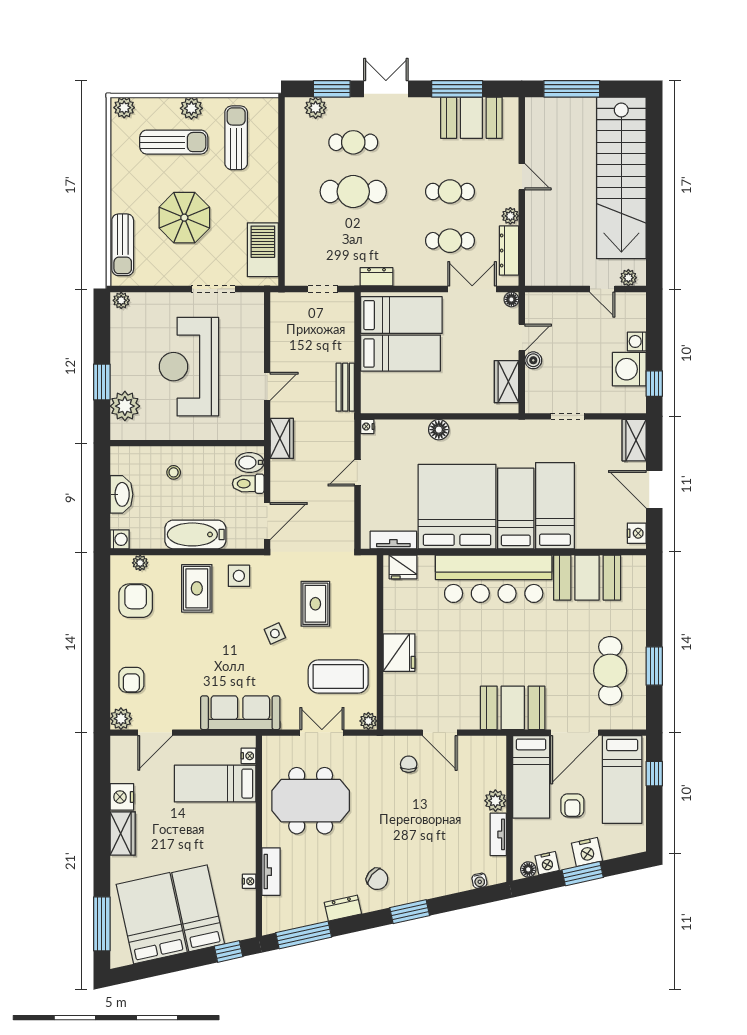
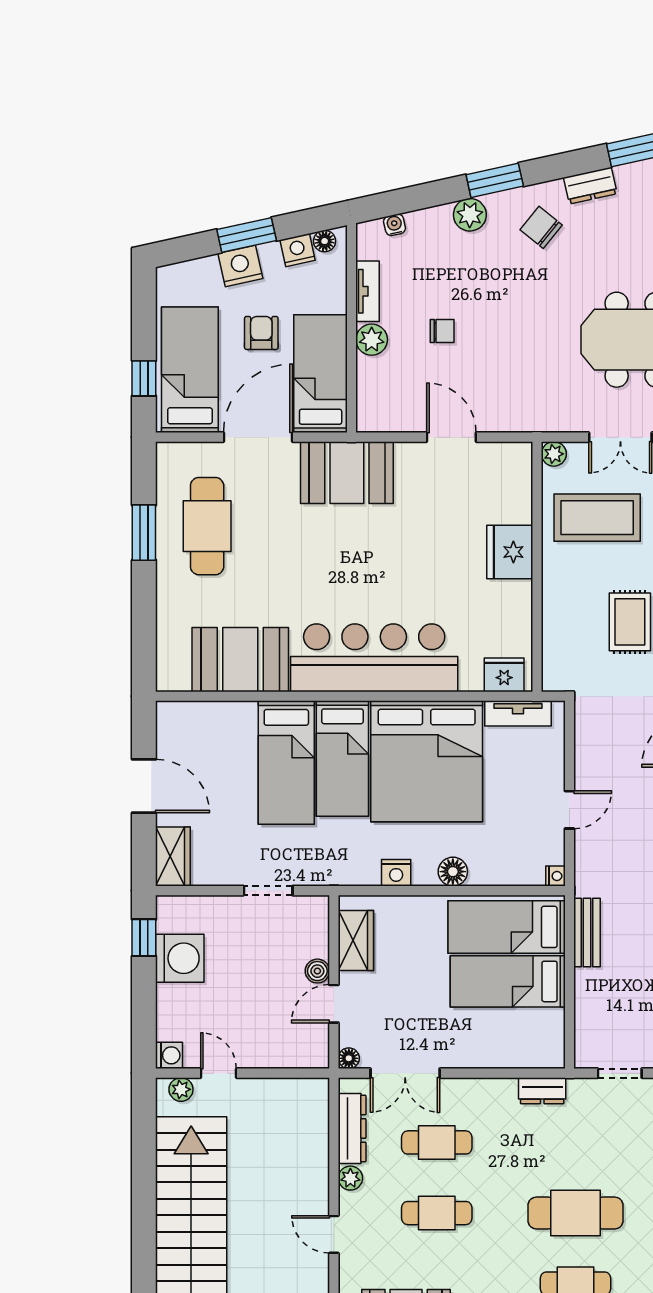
bed: (401, 315) -> (507, 927), moved
washing machine: (637, 341) -> (169, 1055), moved
nightstand: (637, 533) -> (396, 873), moved, turned -90
chair: (409, 764) -> (442, 331), moved, turned -90
plant: (427, 888) -> (470, 215), added

